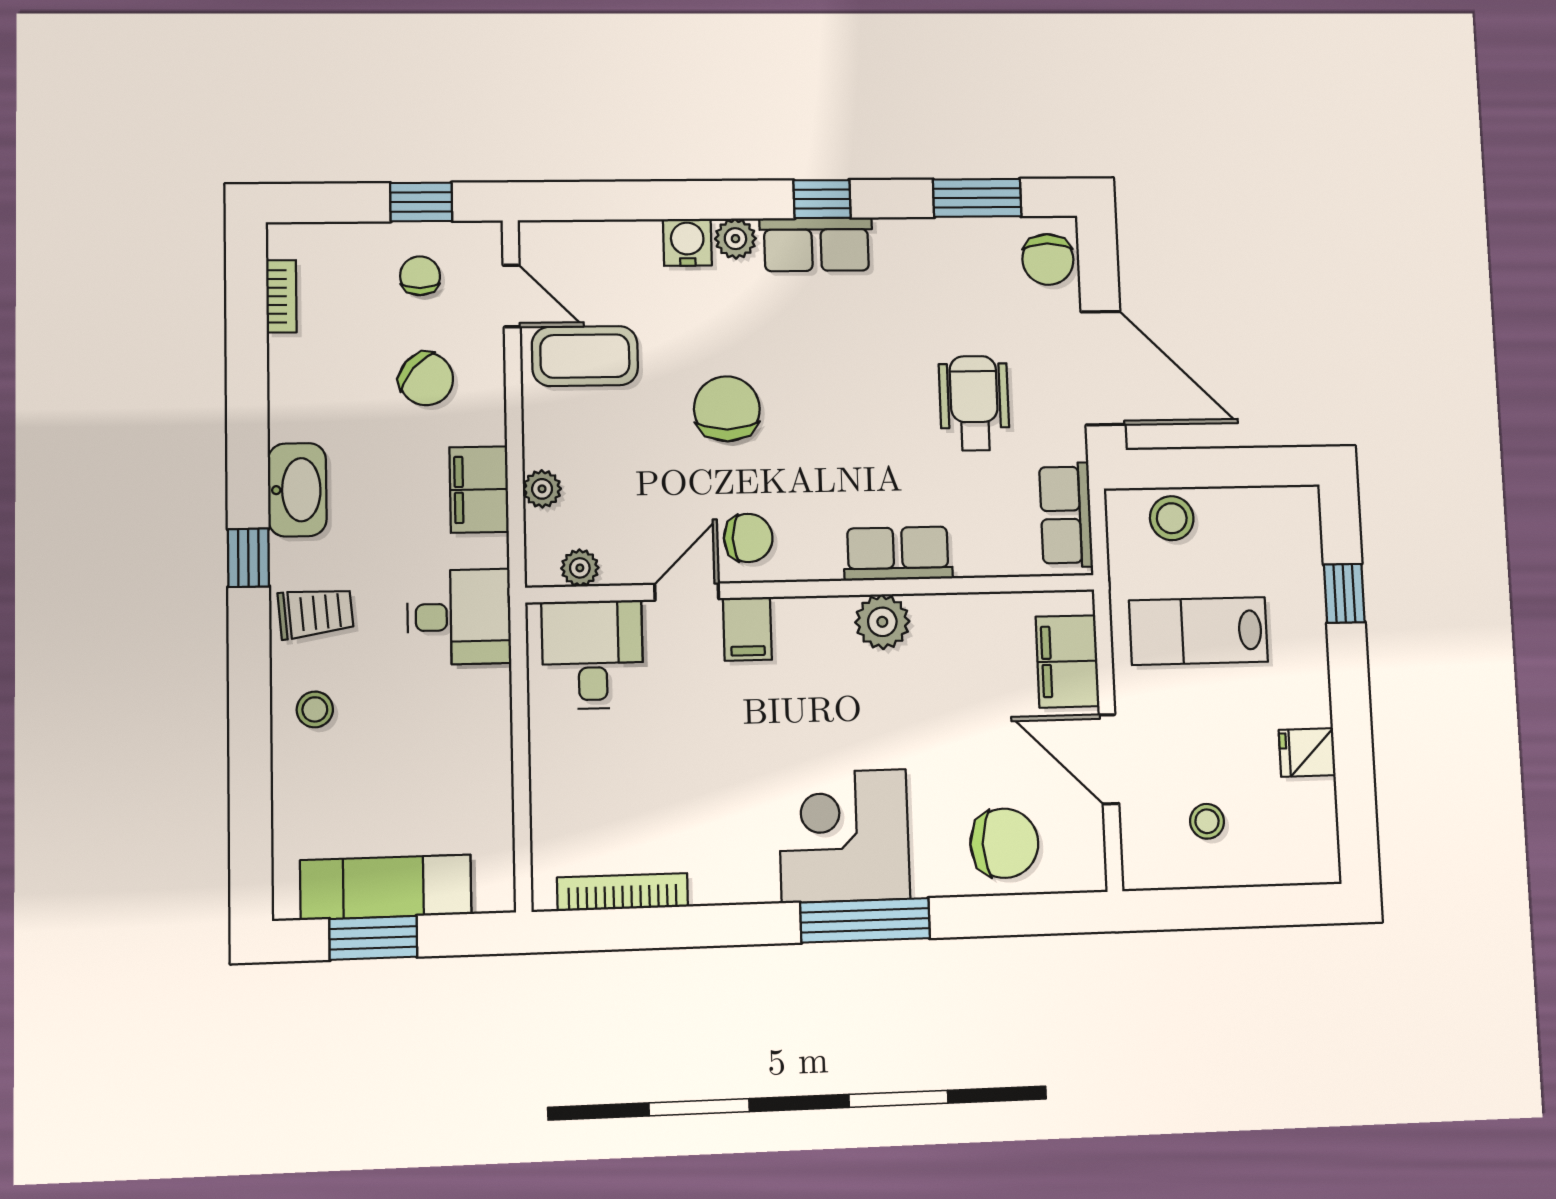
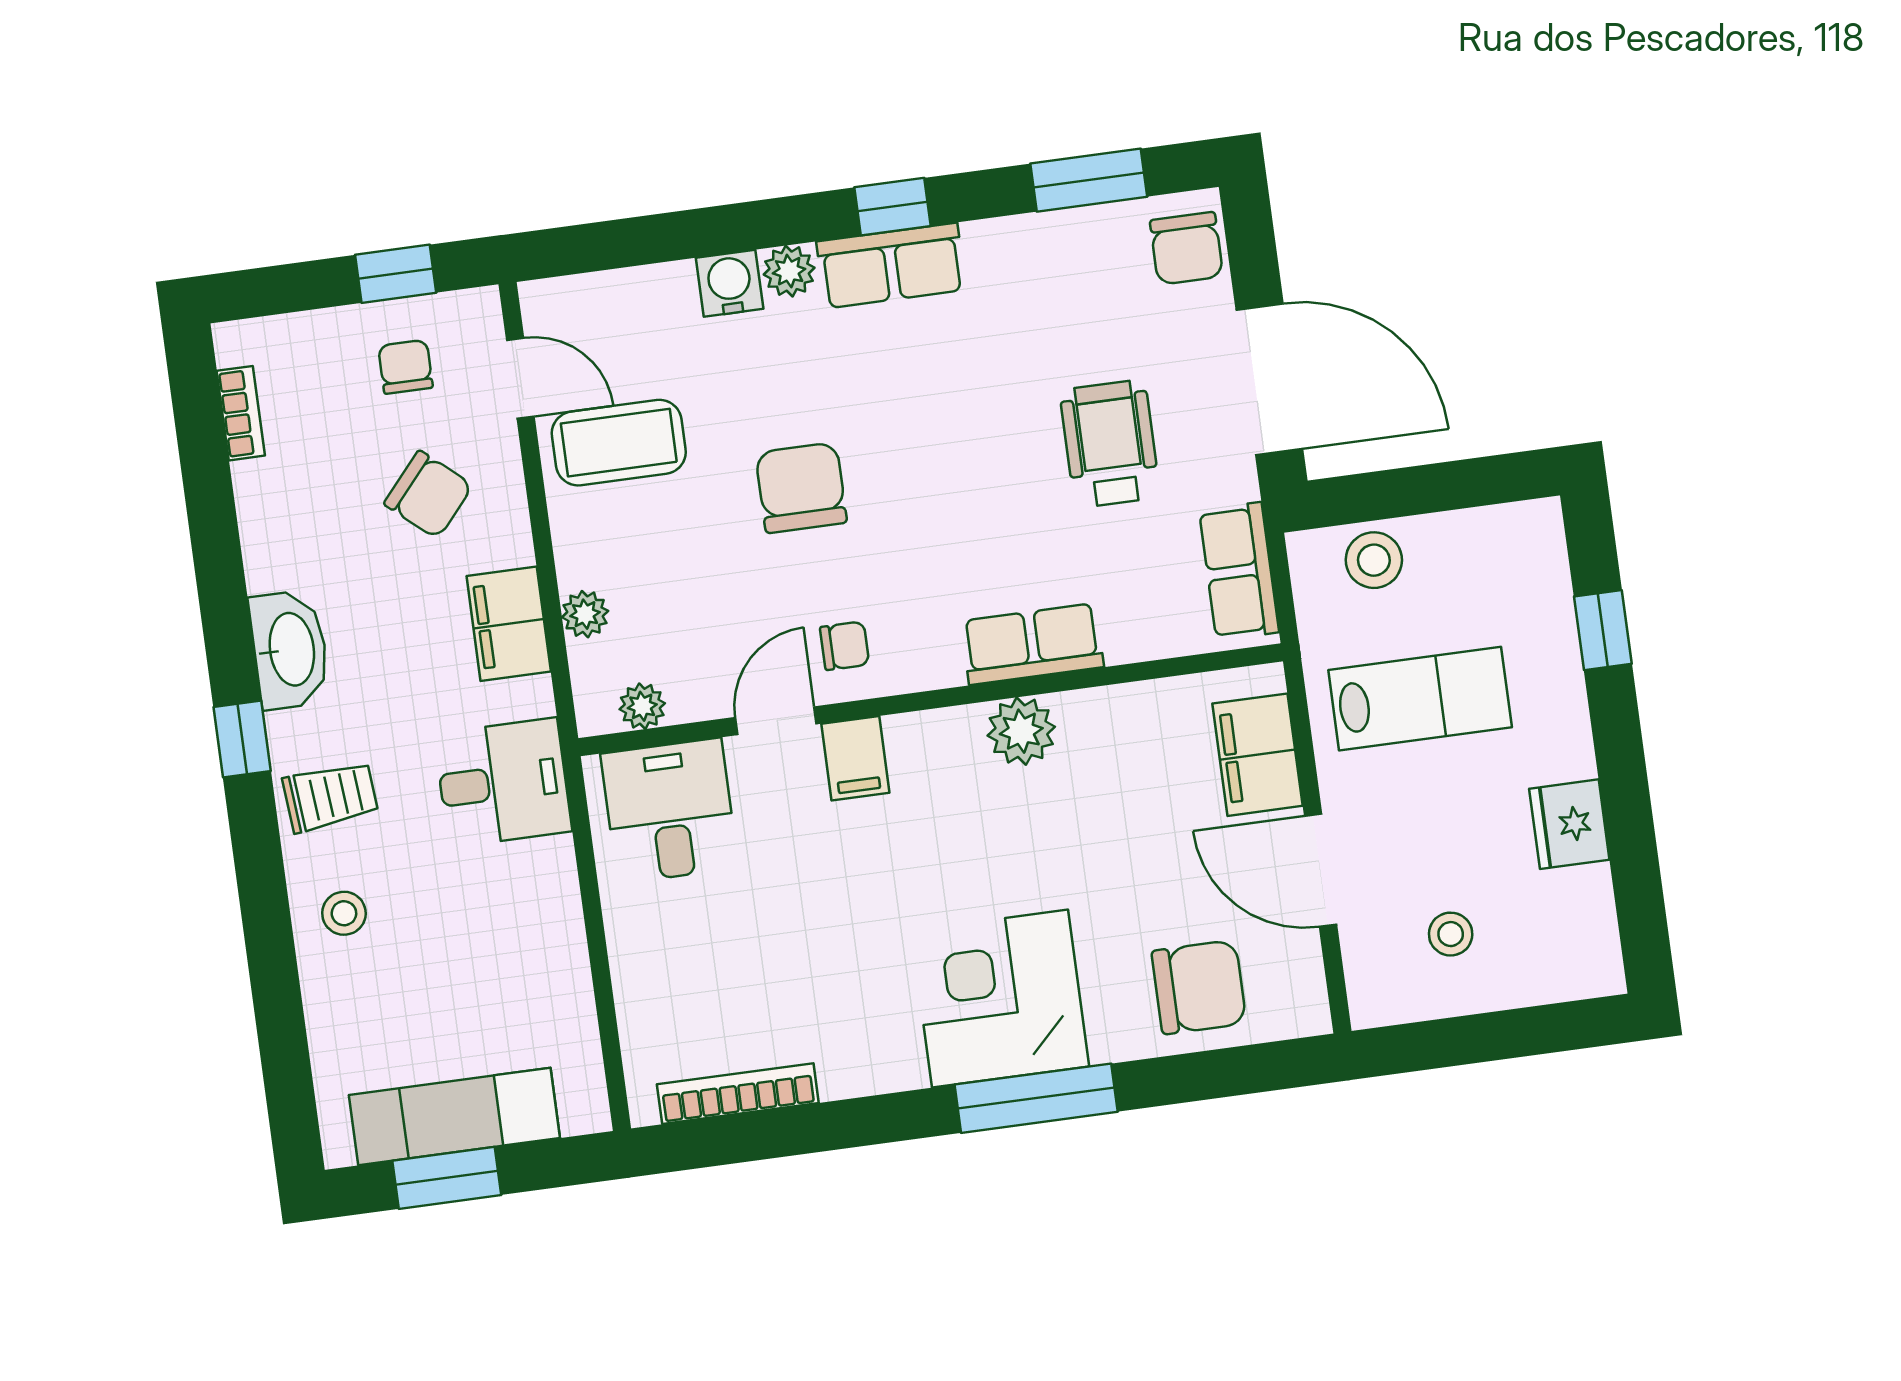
chair: (748, 538) -> (845, 646), width x0.73, depth x0.73
lab bench: (1199, 631) -> (1420, 699), turned 180
fridge: (1307, 752) -> (1569, 824), width x1.38

